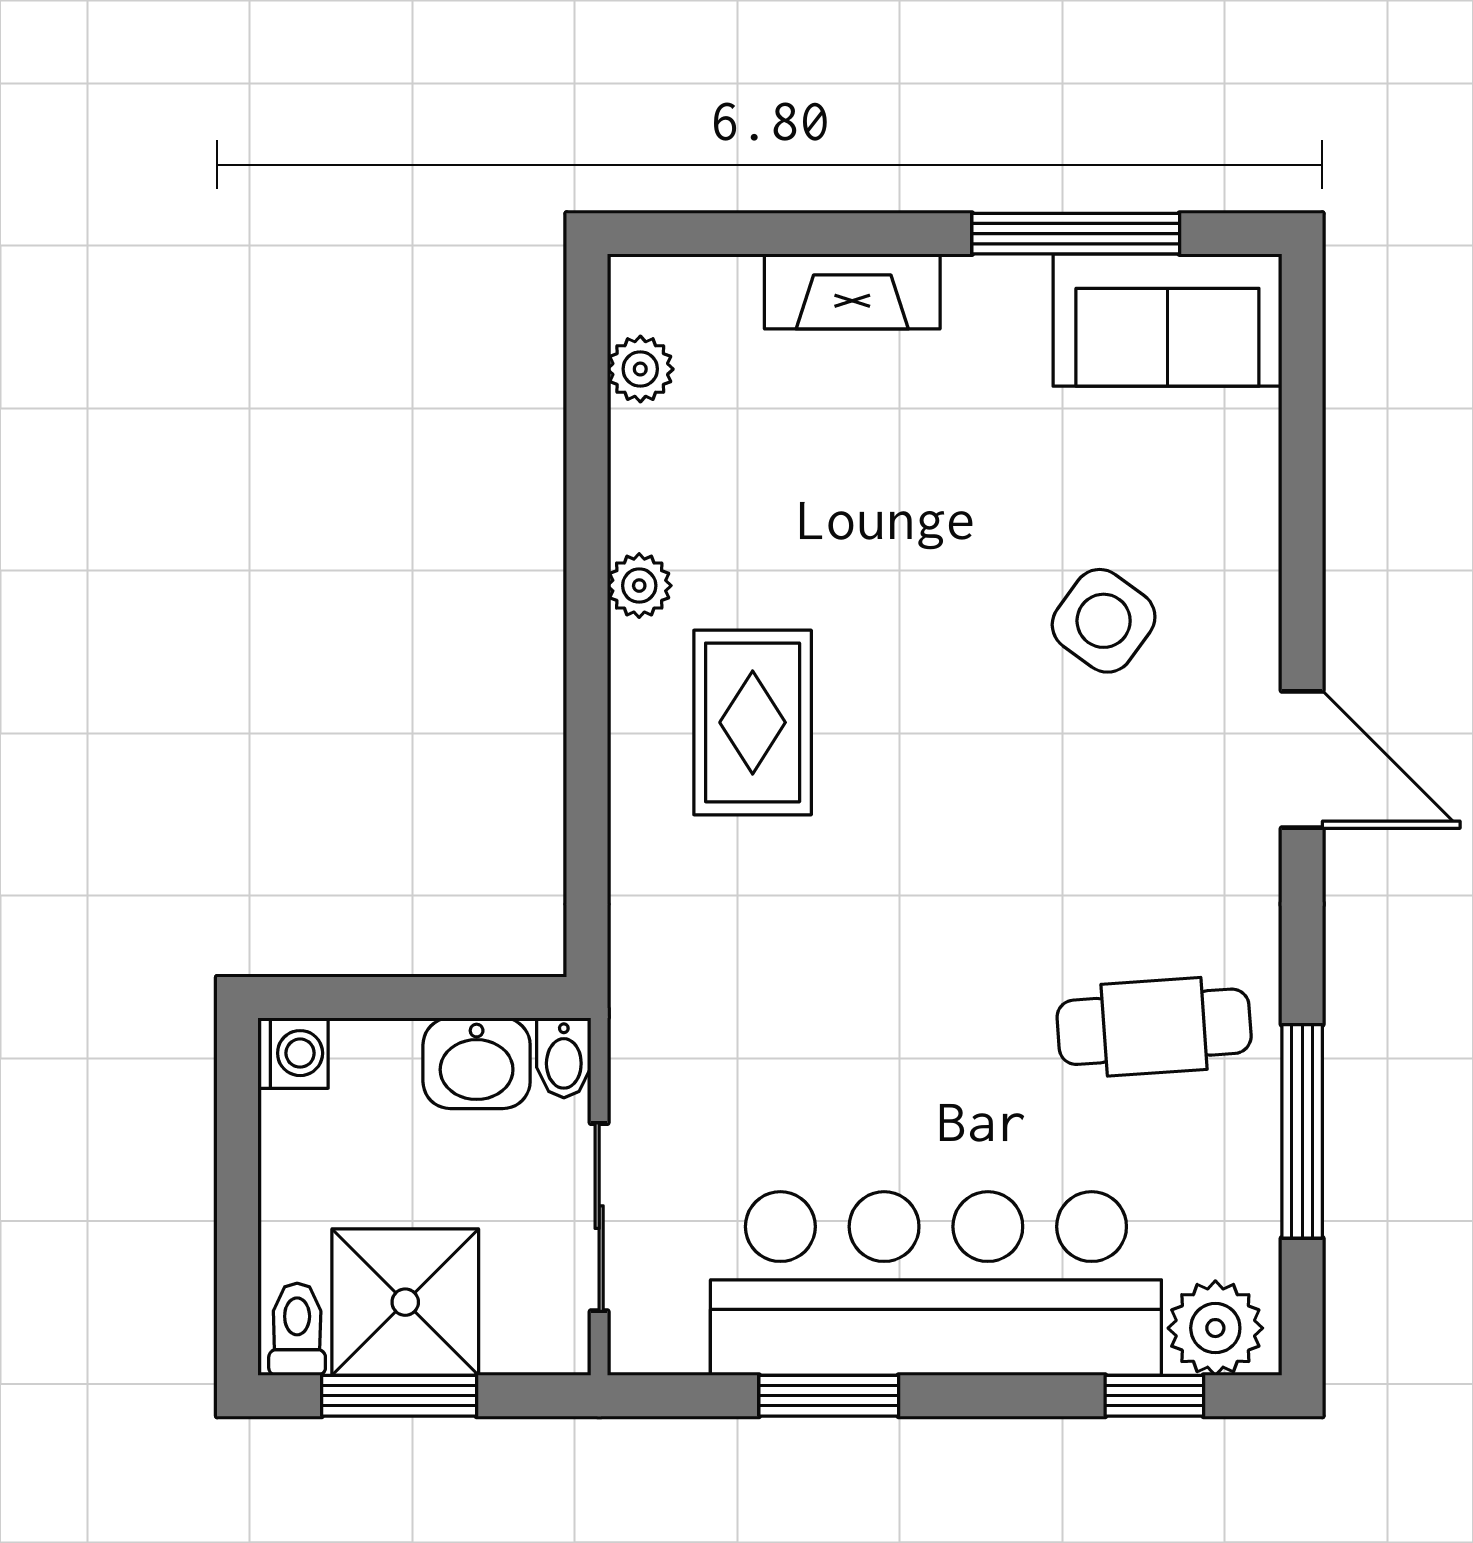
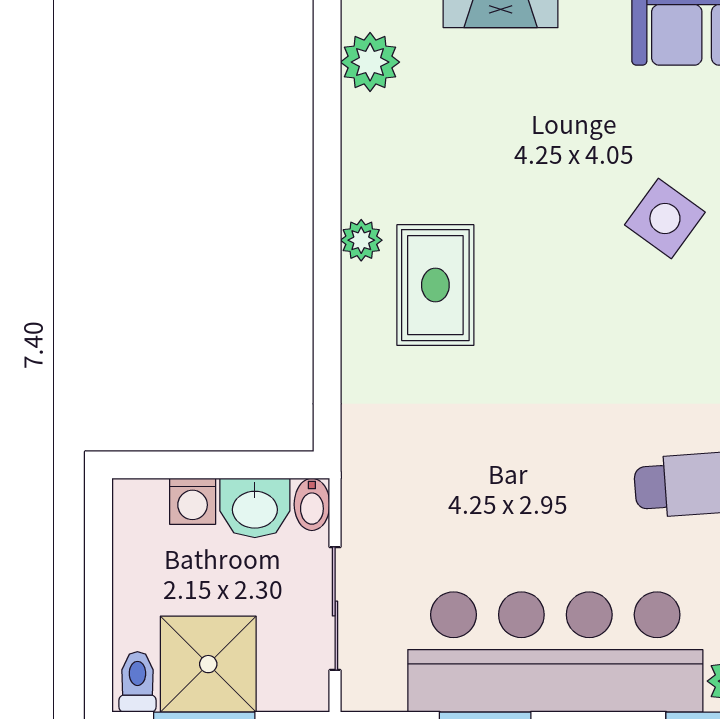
plant: (640, 369) -> (370, 62), width x1.38, depth x1.38
plant: (639, 586) -> (361, 240), moved
washing machine: (293, 1053) -> (193, 501), moved, turned 90

